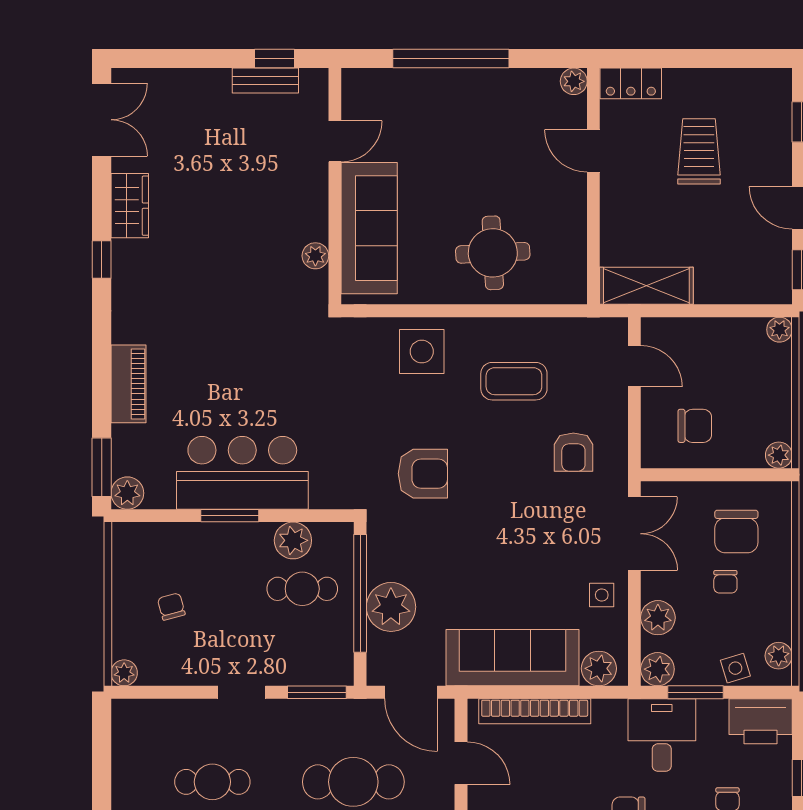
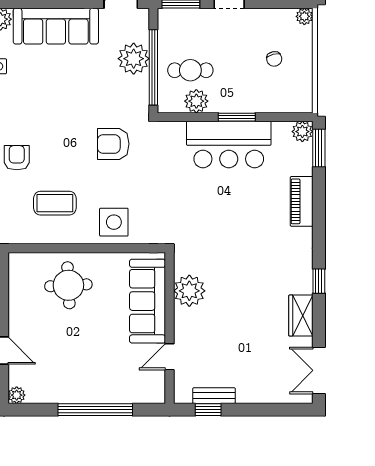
plant: (315, 256) -> (189, 291), width x1.87, depth x1.87

